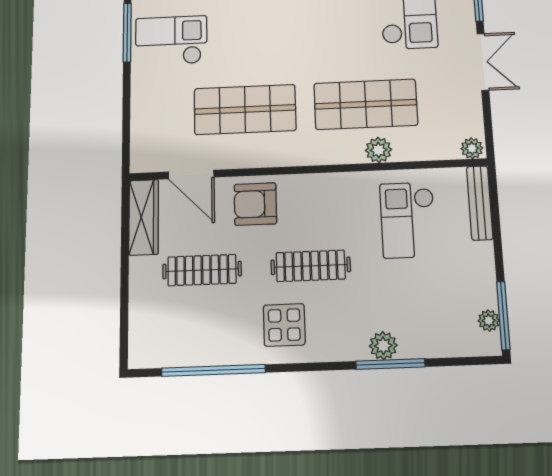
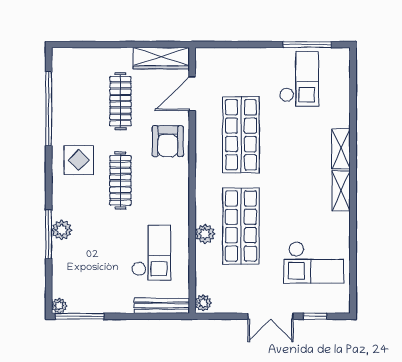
armchair: (255, 204) -> (168, 141), turned 180
checkout: (408, 220) -> (151, 253), turned 90
plant: (489, 321) -> (59, 306), moved

